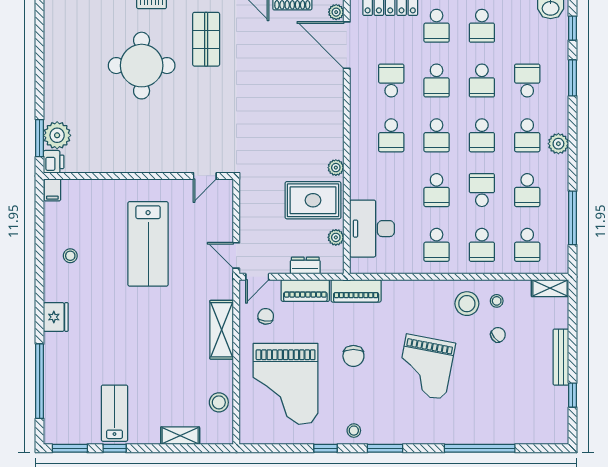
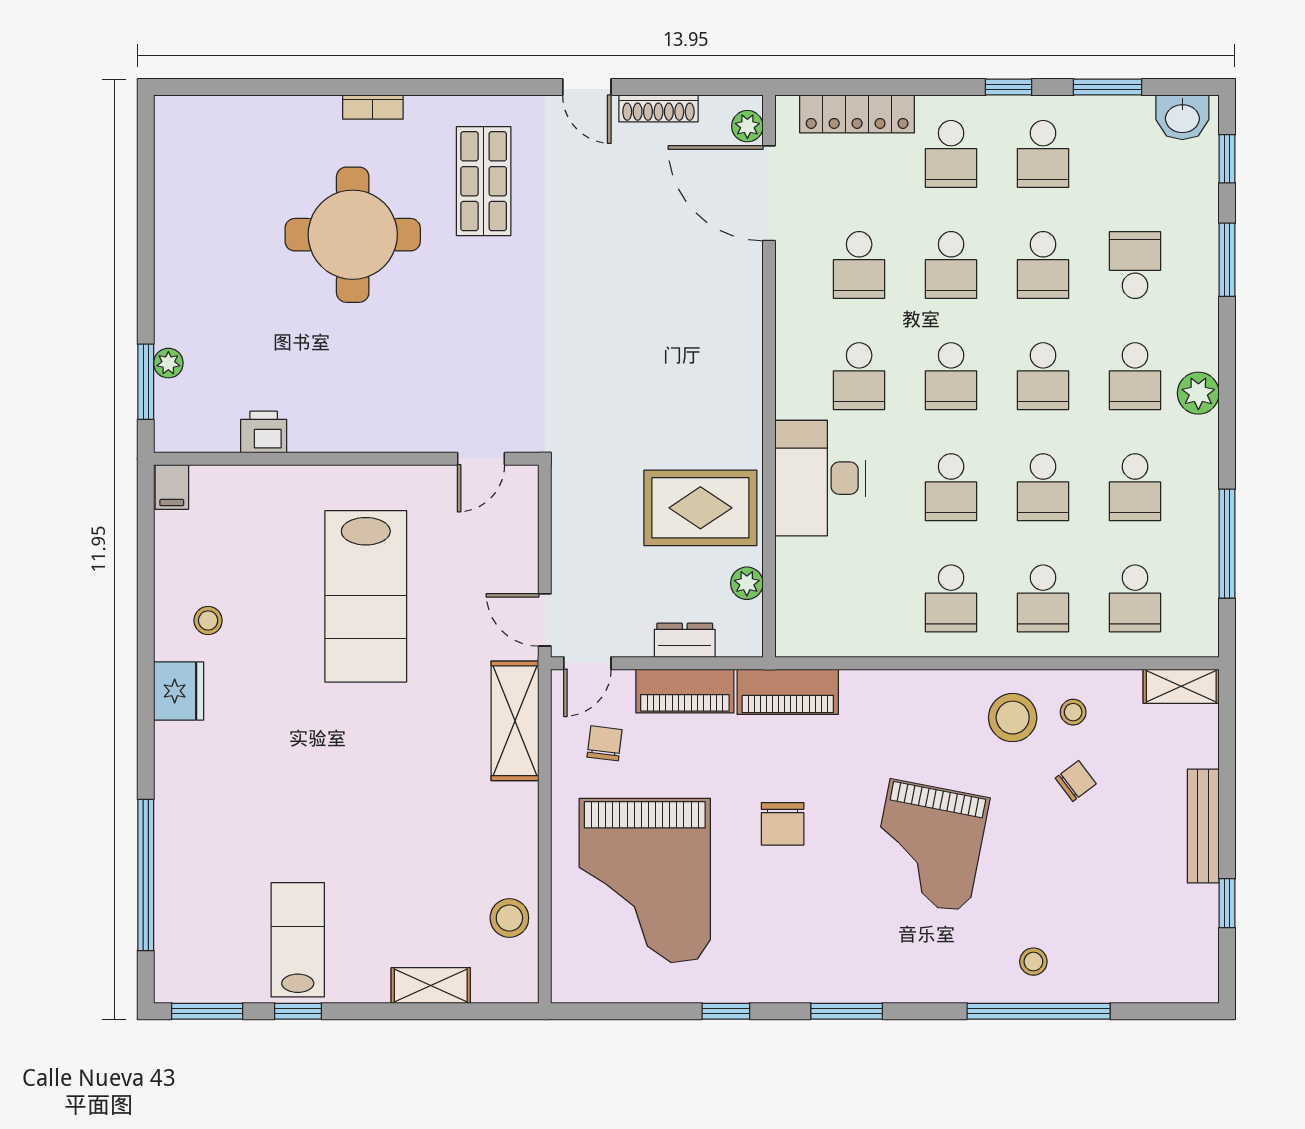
school desk: (391, 81) -> (859, 265), turned 180
plant: (57, 135) -> (168, 363), width x0.53, depth x0.53
printer: (54, 162) -> (264, 432), moved, turned -90
plant: (336, 168) -> (747, 442), removed
school desk: (482, 190) -> (1043, 487), turned 180
desk: (372, 229) -> (820, 478), moved
fridge: (56, 317) -> (179, 691), moved
shelving: (222, 330) -> (515, 721), moved
stool: (354, 431) -> (1033, 962), moved

